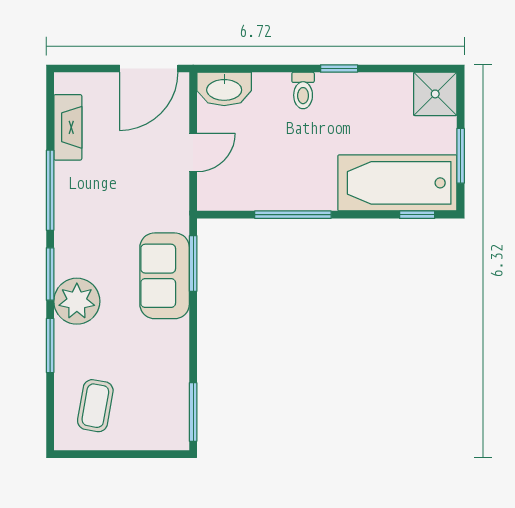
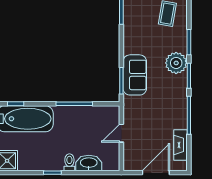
door: (149, 69) -> (156, 173), moved
washbasin: (224, 89) -> (89, 163), moved

